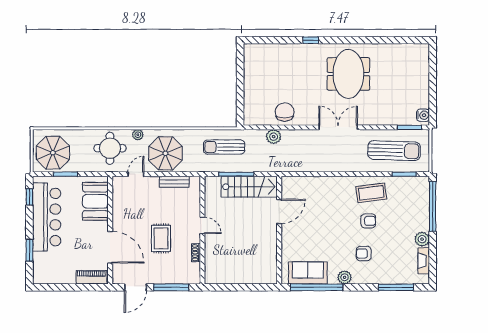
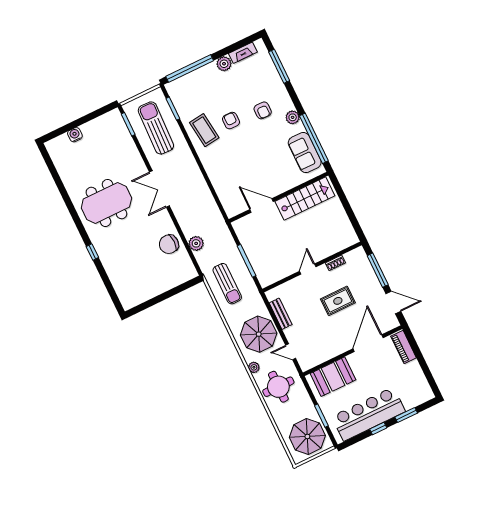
water cooler: (423, 115) -> (75, 135), moved
stairs: (249, 187) -> (305, 199), moved, turned 90
window: (29, 197) -> (378, 428), moved

